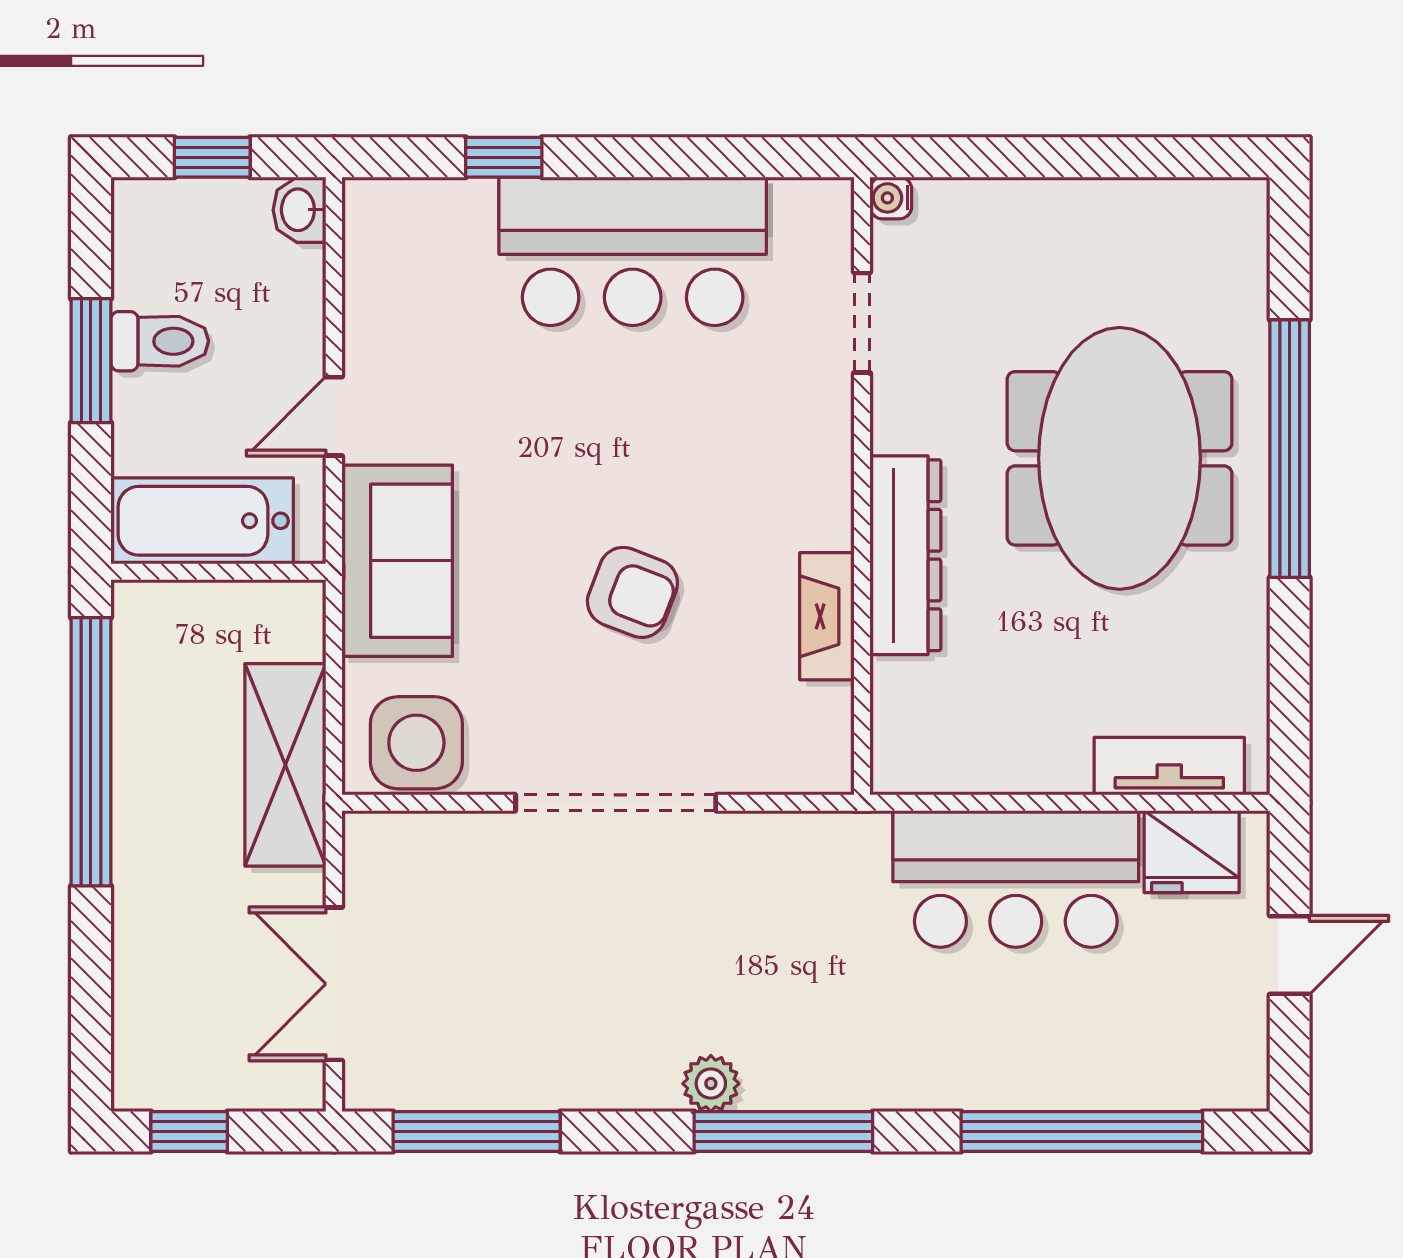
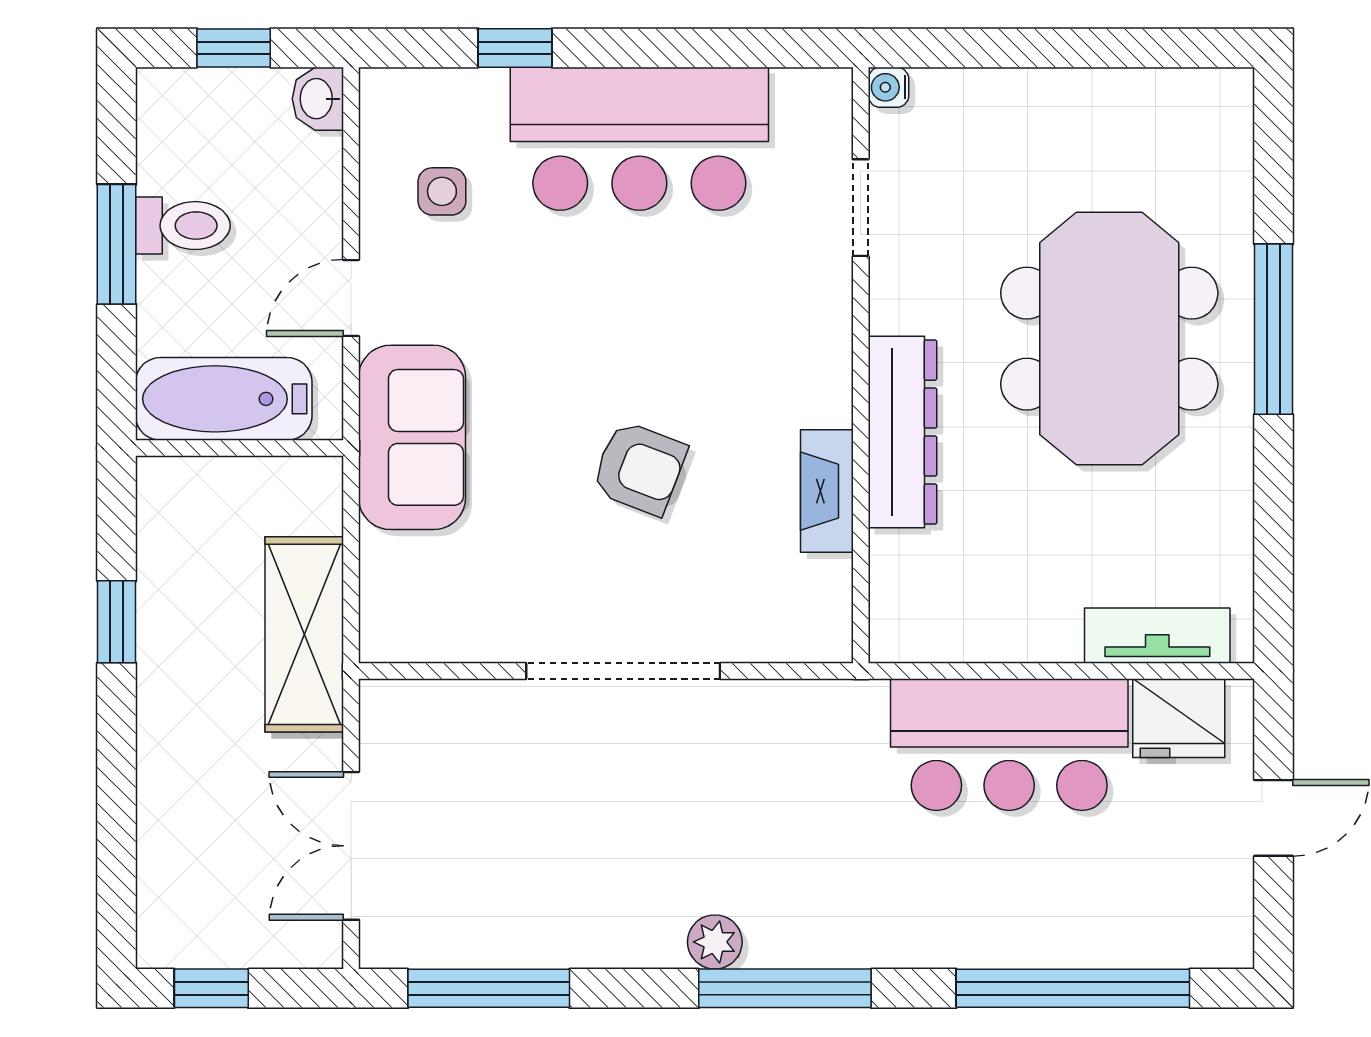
window: (1290, 449) -> (1274, 329), width x0.68
side table: (416, 743) -> (442, 191), moved, width x0.54, depth x0.54
window: (91, 752) -> (117, 622), width x0.32

